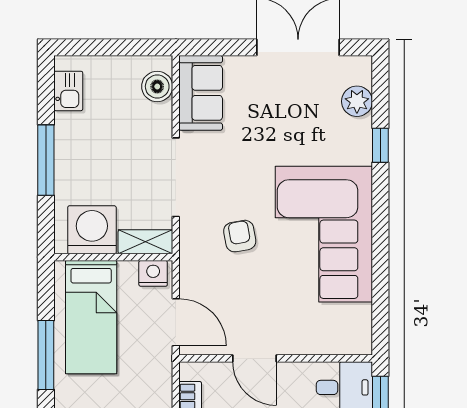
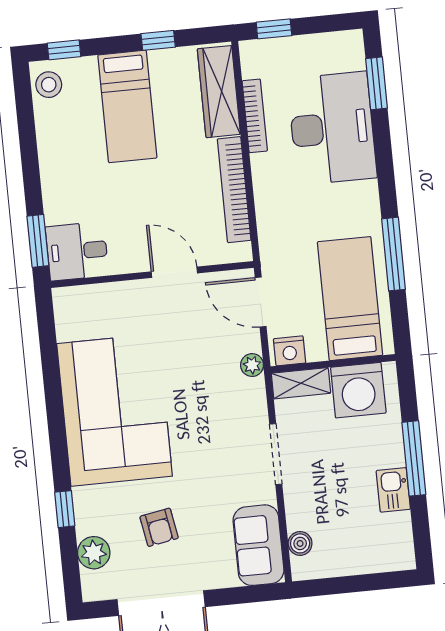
boiler: (157, 86) -> (300, 543), width x0.73, depth x0.73
kitchen sink: (68, 91) -> (393, 490), moved
doorway: (176, 177) -> (276, 454), width x0.73
armchair: (240, 236) -> (159, 527), moved
plant: (190, 264) -> (252, 365), added

